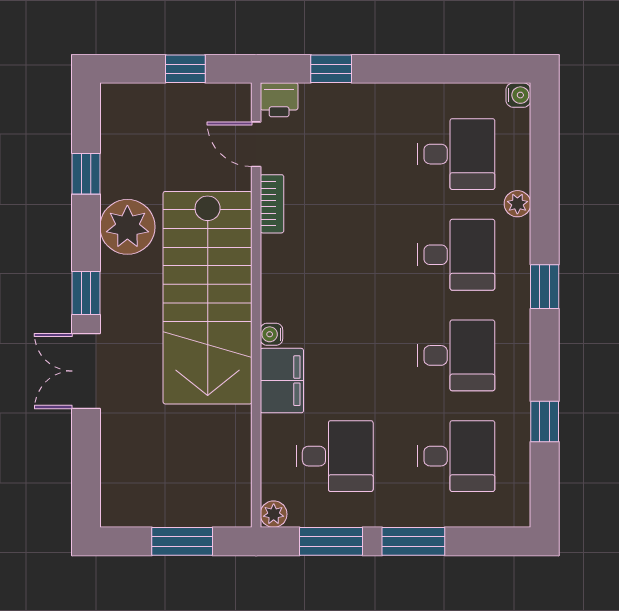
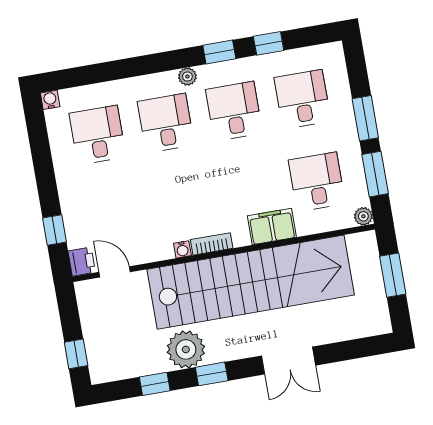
window: (185, 69) -> (76, 354), moved
door: (256, 144) -> (115, 272), swing flipped
bookcase: (272, 204) -> (212, 244), moved
plant: (517, 204) -> (187, 77), moved
window: (545, 287) -> (219, 52), moved
window: (86, 293) -> (212, 374), moved
stairs: (208, 298) -> (251, 282), width x1.36
water cooler: (271, 334) -> (182, 249), moved

